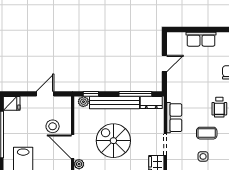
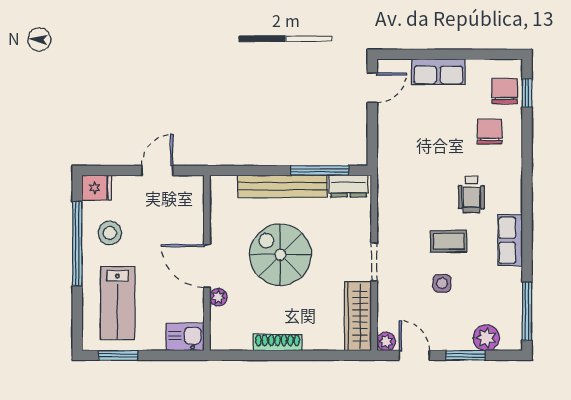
door: (164, 63) -> (372, 88), moved
window: (91, 94) -> (240, 170), removed
plant: (83, 102) -> (226, 184), removed
row of seats: (174, 118) -> (390, 213), removed
stool: (53, 126) -> (110, 233), moved

